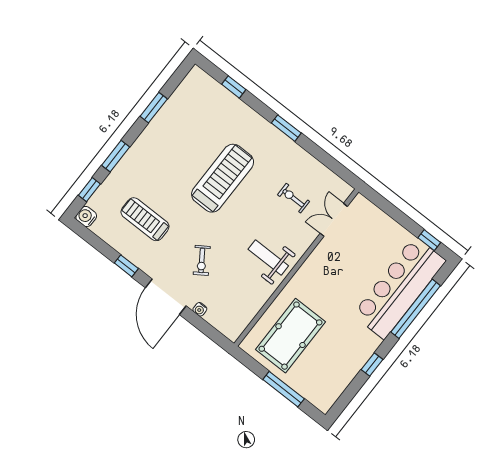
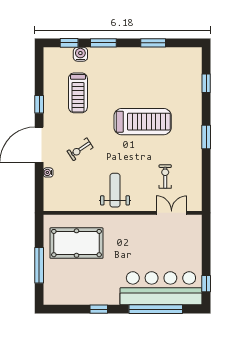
water cooler: (86, 216) -> (80, 54), moved
treadmill: (145, 219) -> (78, 93), turned 180

